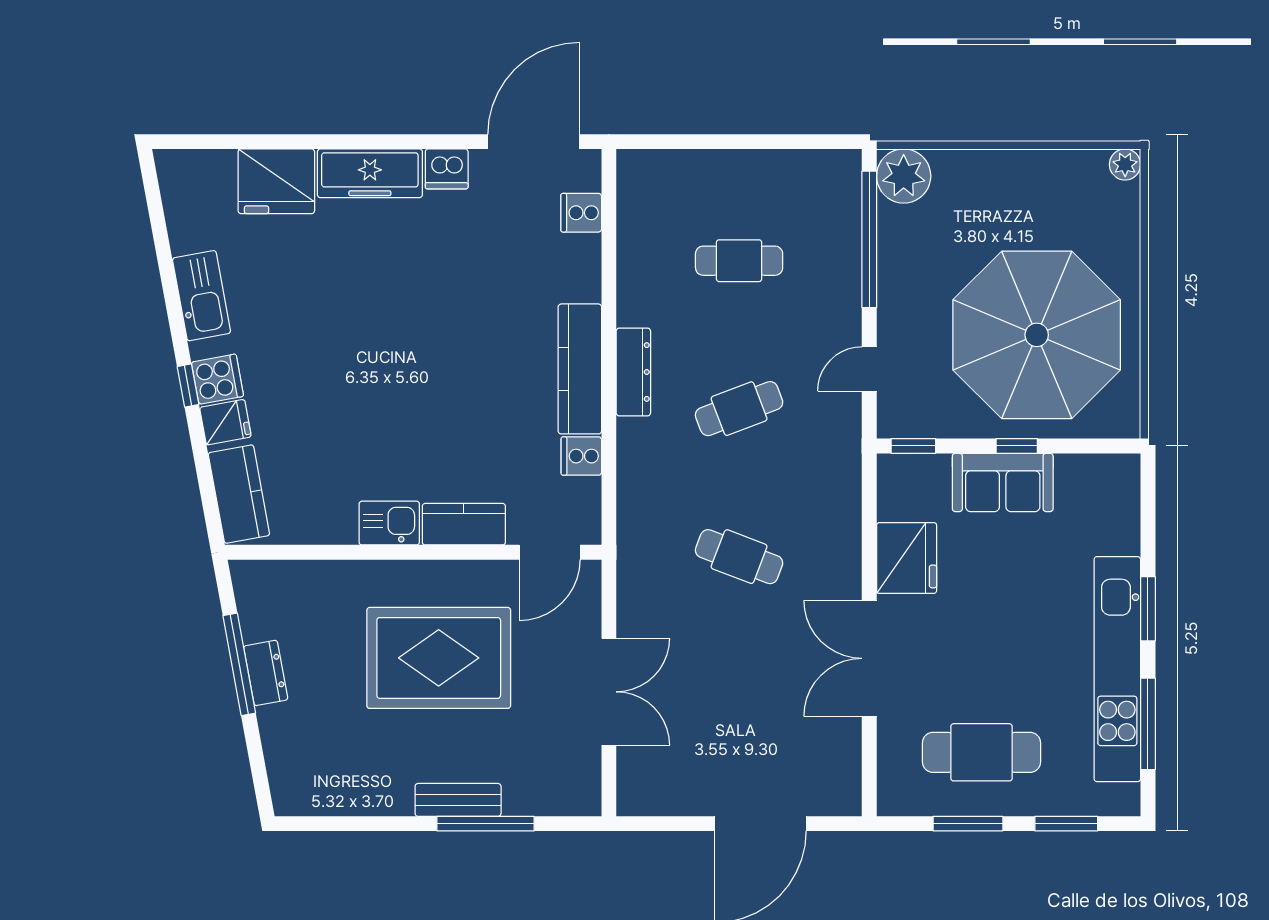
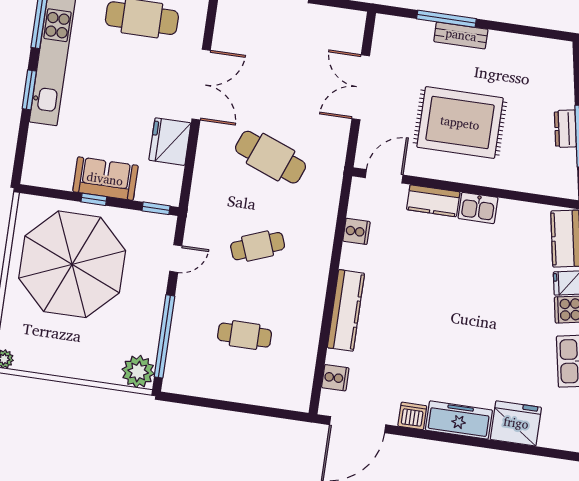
kitchen counter: (580, 369) -> (346, 310), moved
dresser: (633, 372) -> (318, 277), removed
cafe table: (739, 557) -> (271, 157), width x1.37, depth x1.35

